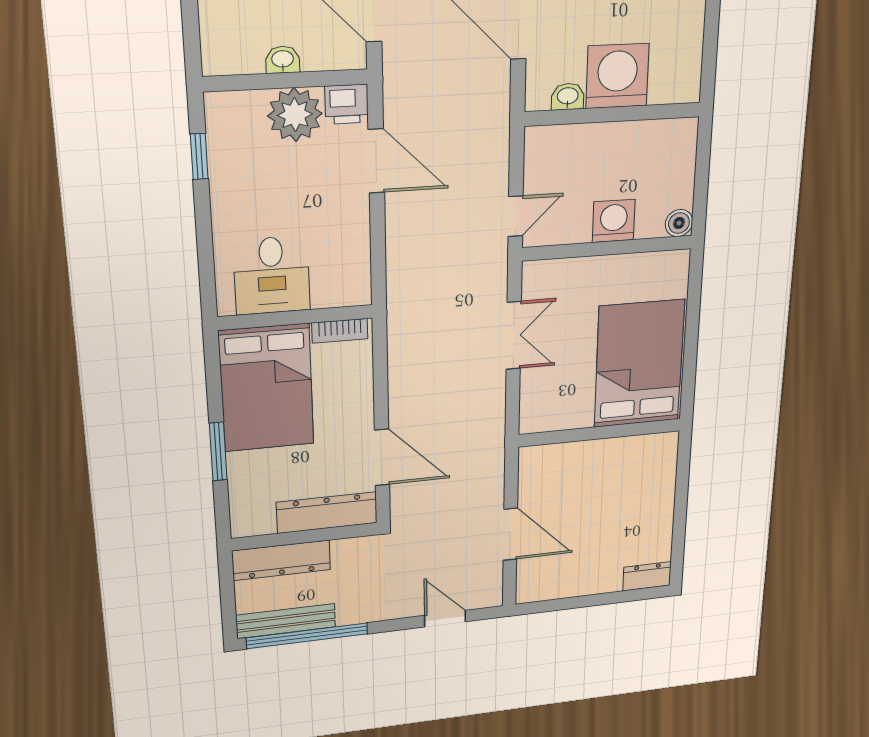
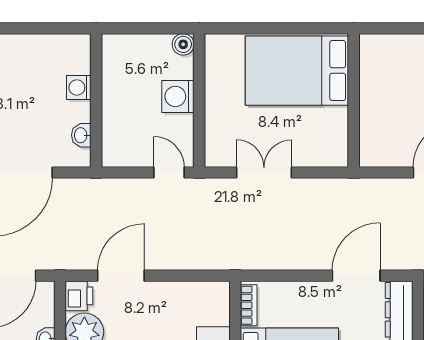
washing machine: (617, 76) -> (79, 87), width x0.53, depth x0.53

